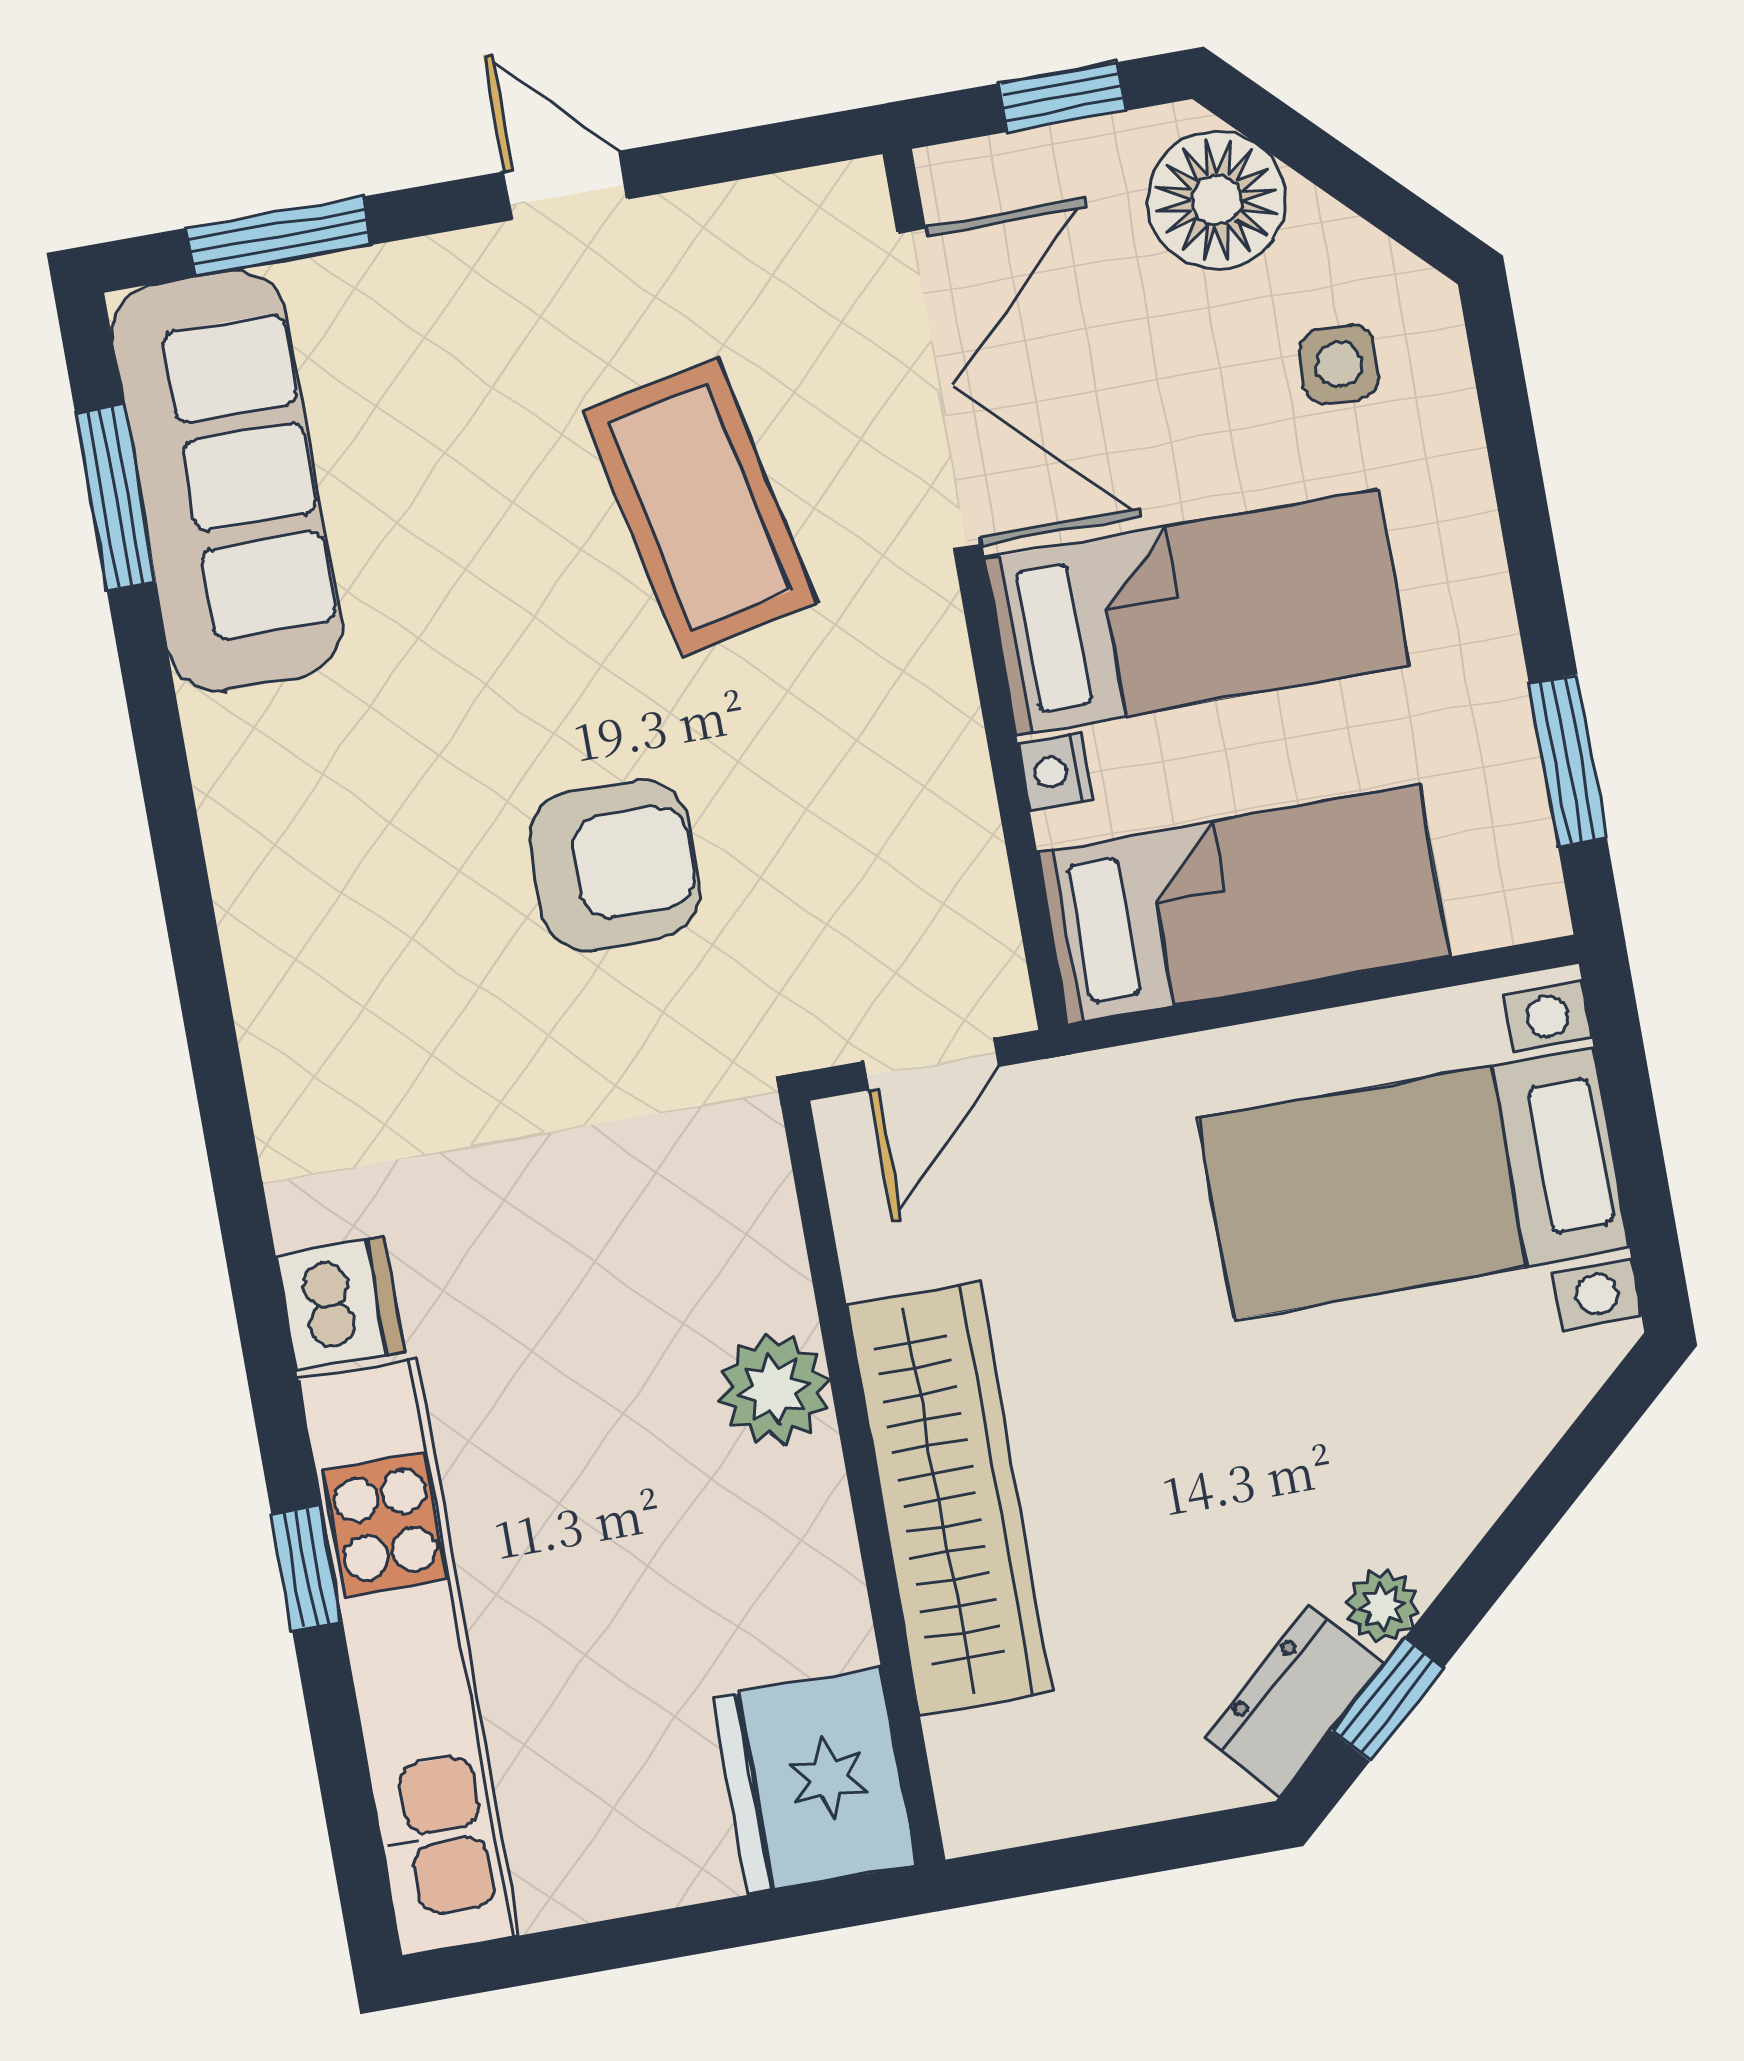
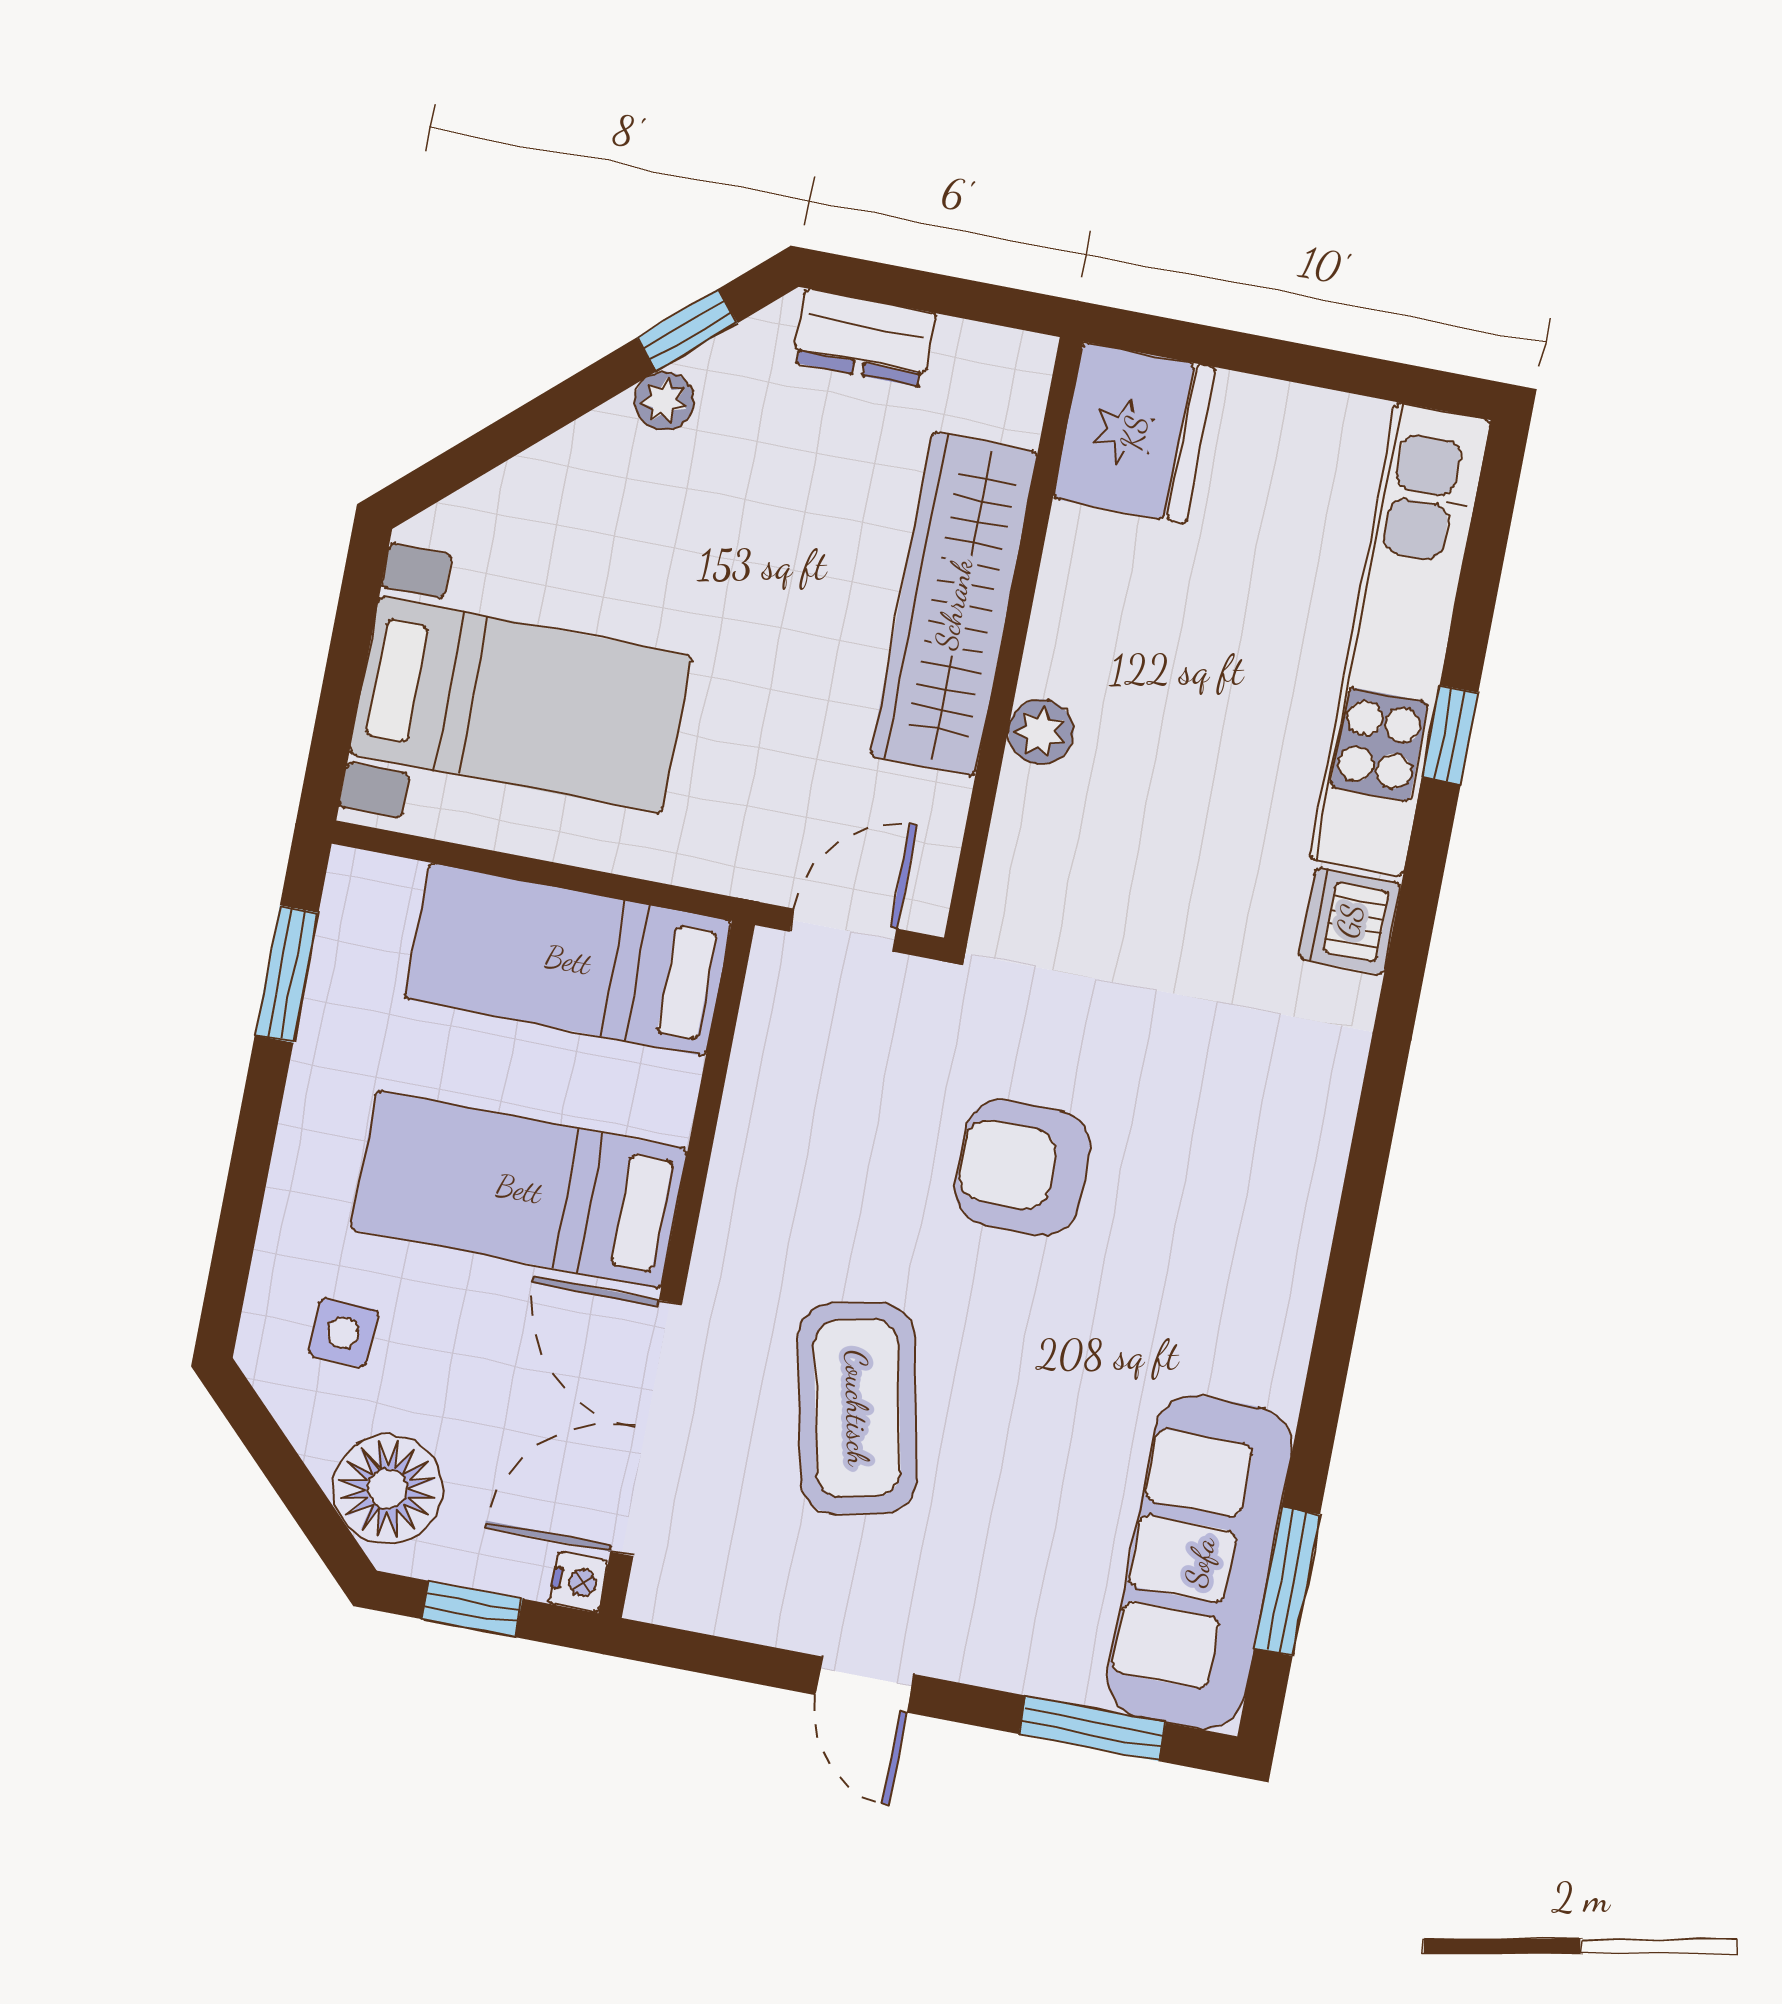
nightstand: (1055, 771) -> (579, 1582), moved
plant: (774, 1389) -> (1041, 732), width x0.73, depth x0.73
dresser: (1294, 1701) -> (864, 338), moved, turned 42

